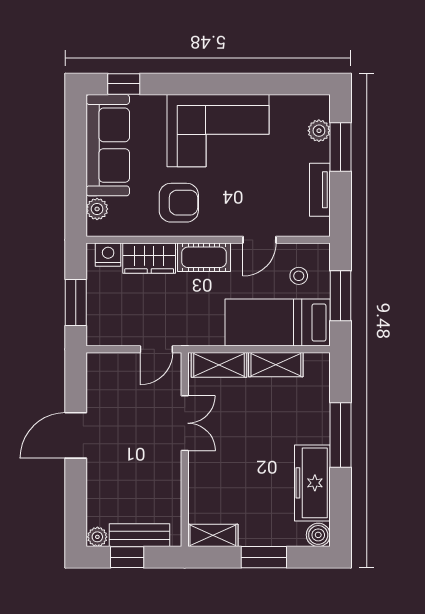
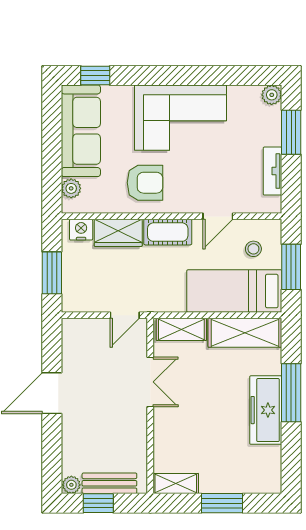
plant: (319, 131) -> (272, 95), moved
shelving: (276, 365) -> (245, 333), width x1.50, depth x1.33
freezer: (312, 483) -> (266, 410), moved
boiler: (318, 535) -> (271, 483), removed

